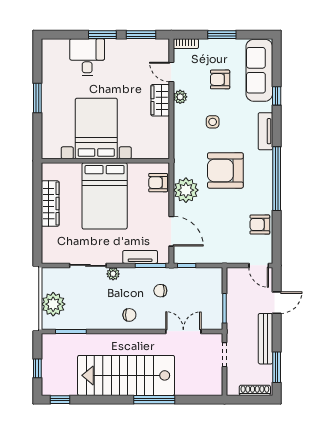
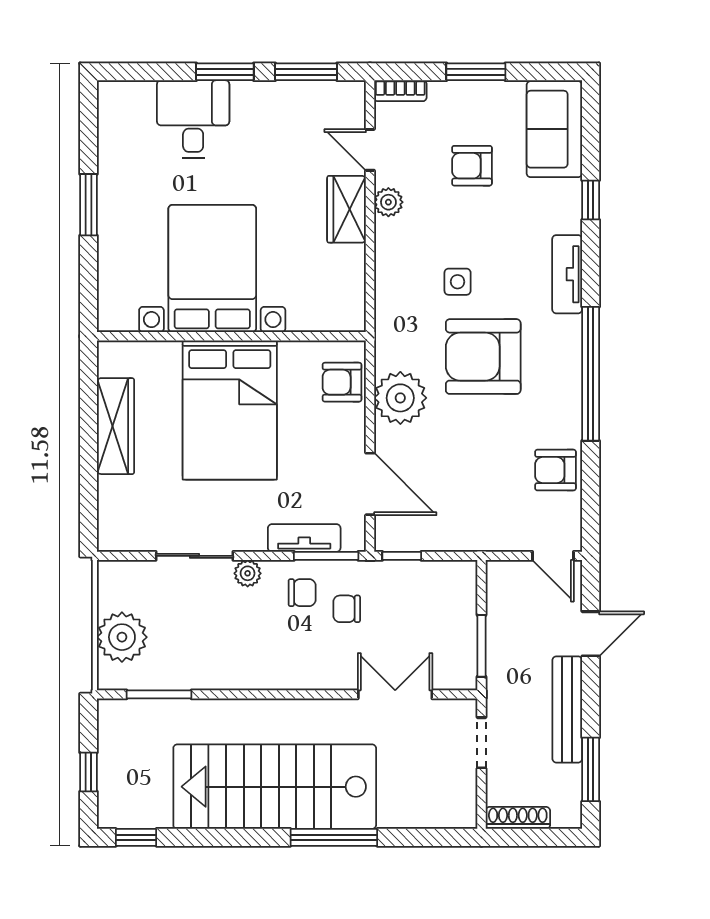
sofa: (259, 70) -> (554, 129), width x0.73
side table: (213, 122) -> (458, 282), moved
chair: (129, 315) -> (302, 593), moved
shoe rack: (255, 390) -> (518, 818), moved

